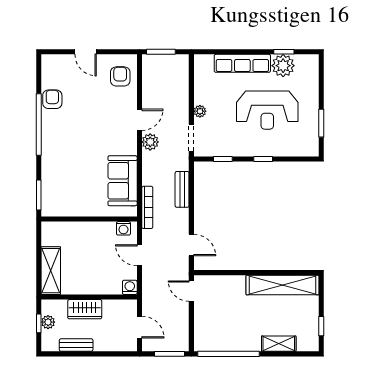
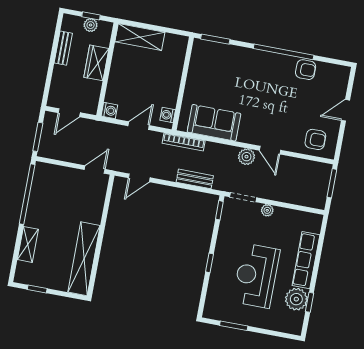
window: (223, 159) -> (219, 210), moved

